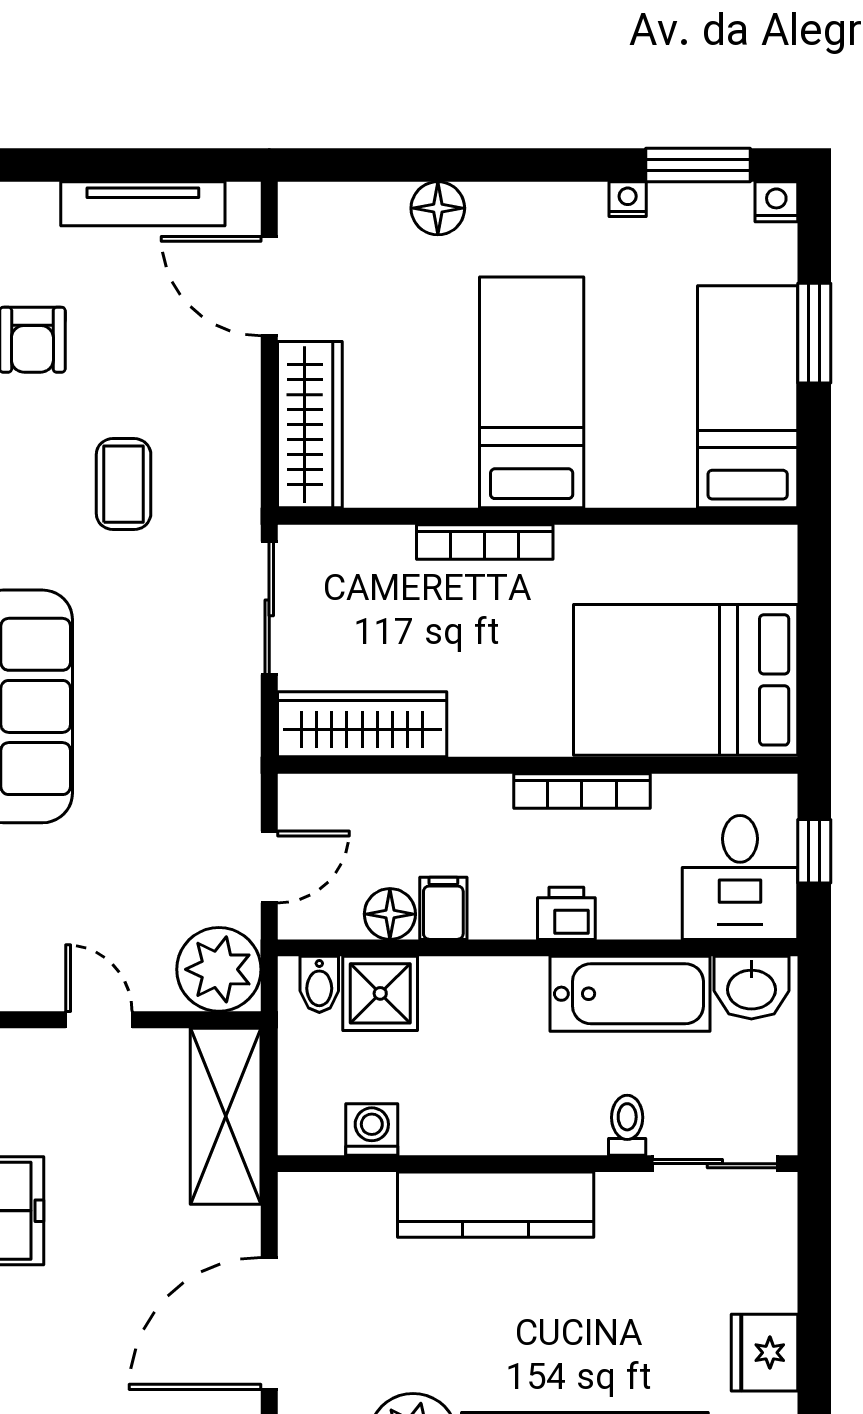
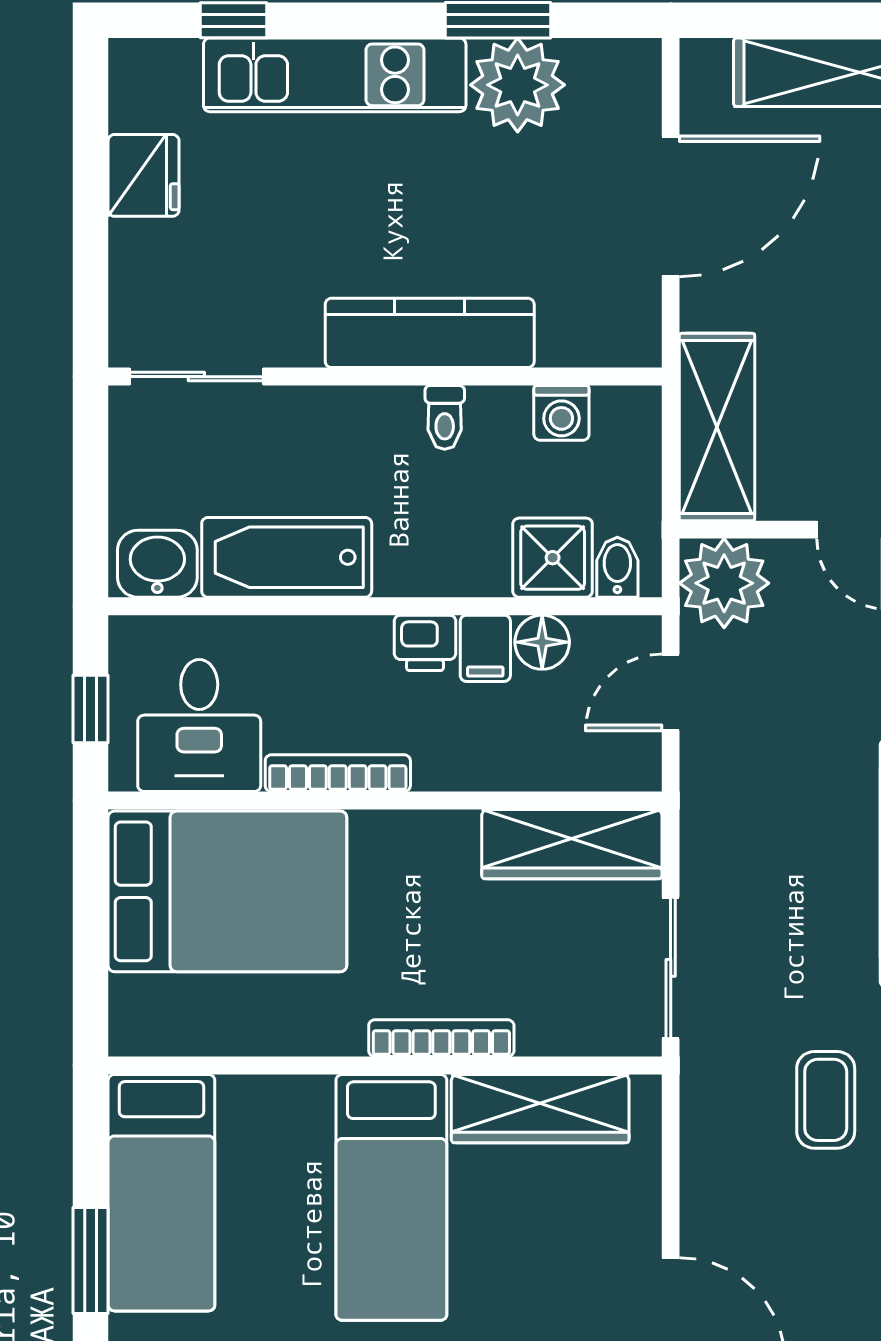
wardrobe: (310, 425) -> (540, 1109), moved, turned -90
desk: (740, 877) -> (199, 726), moved, turned 180
printer: (566, 913) -> (425, 643), moved
toilet: (627, 1125) -> (445, 417), moved

